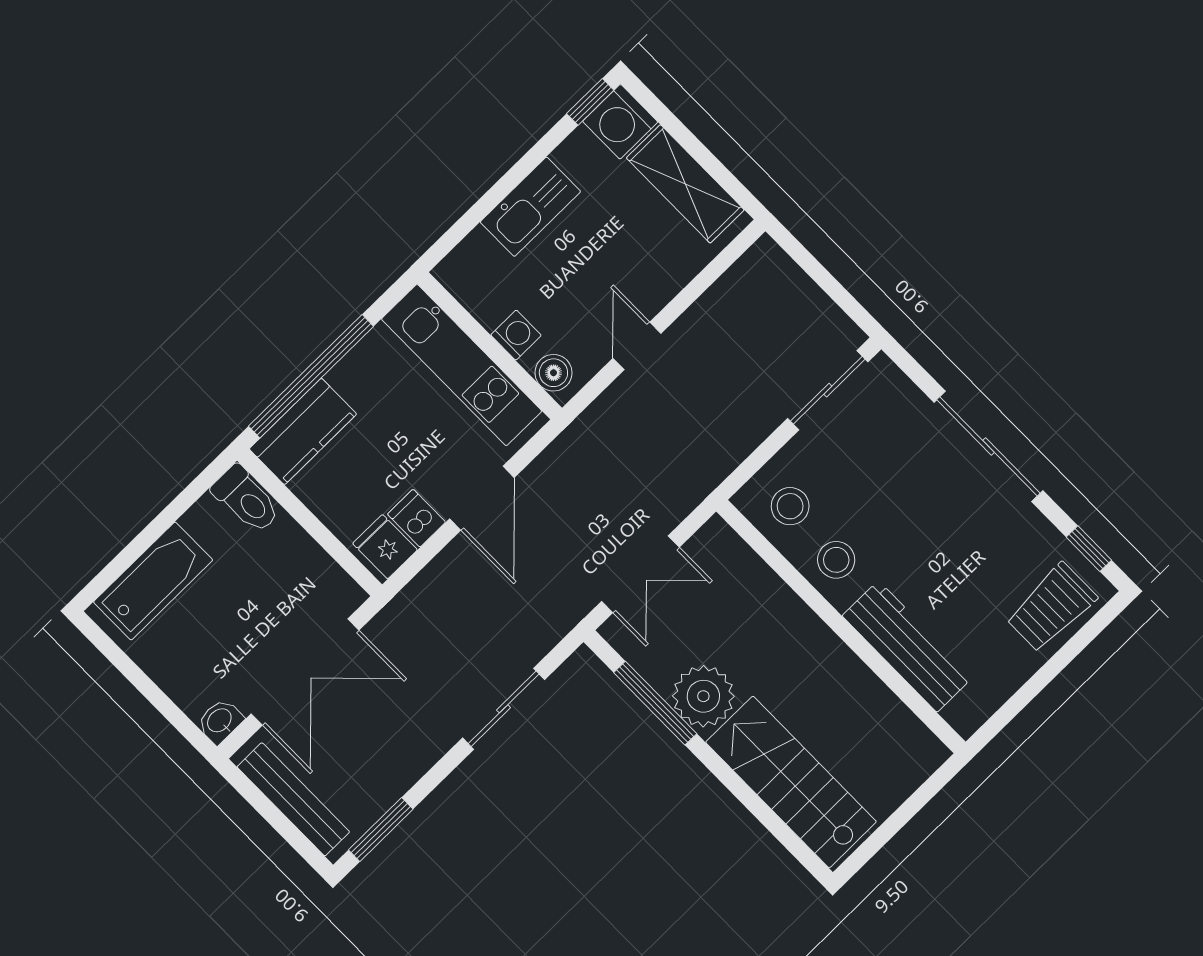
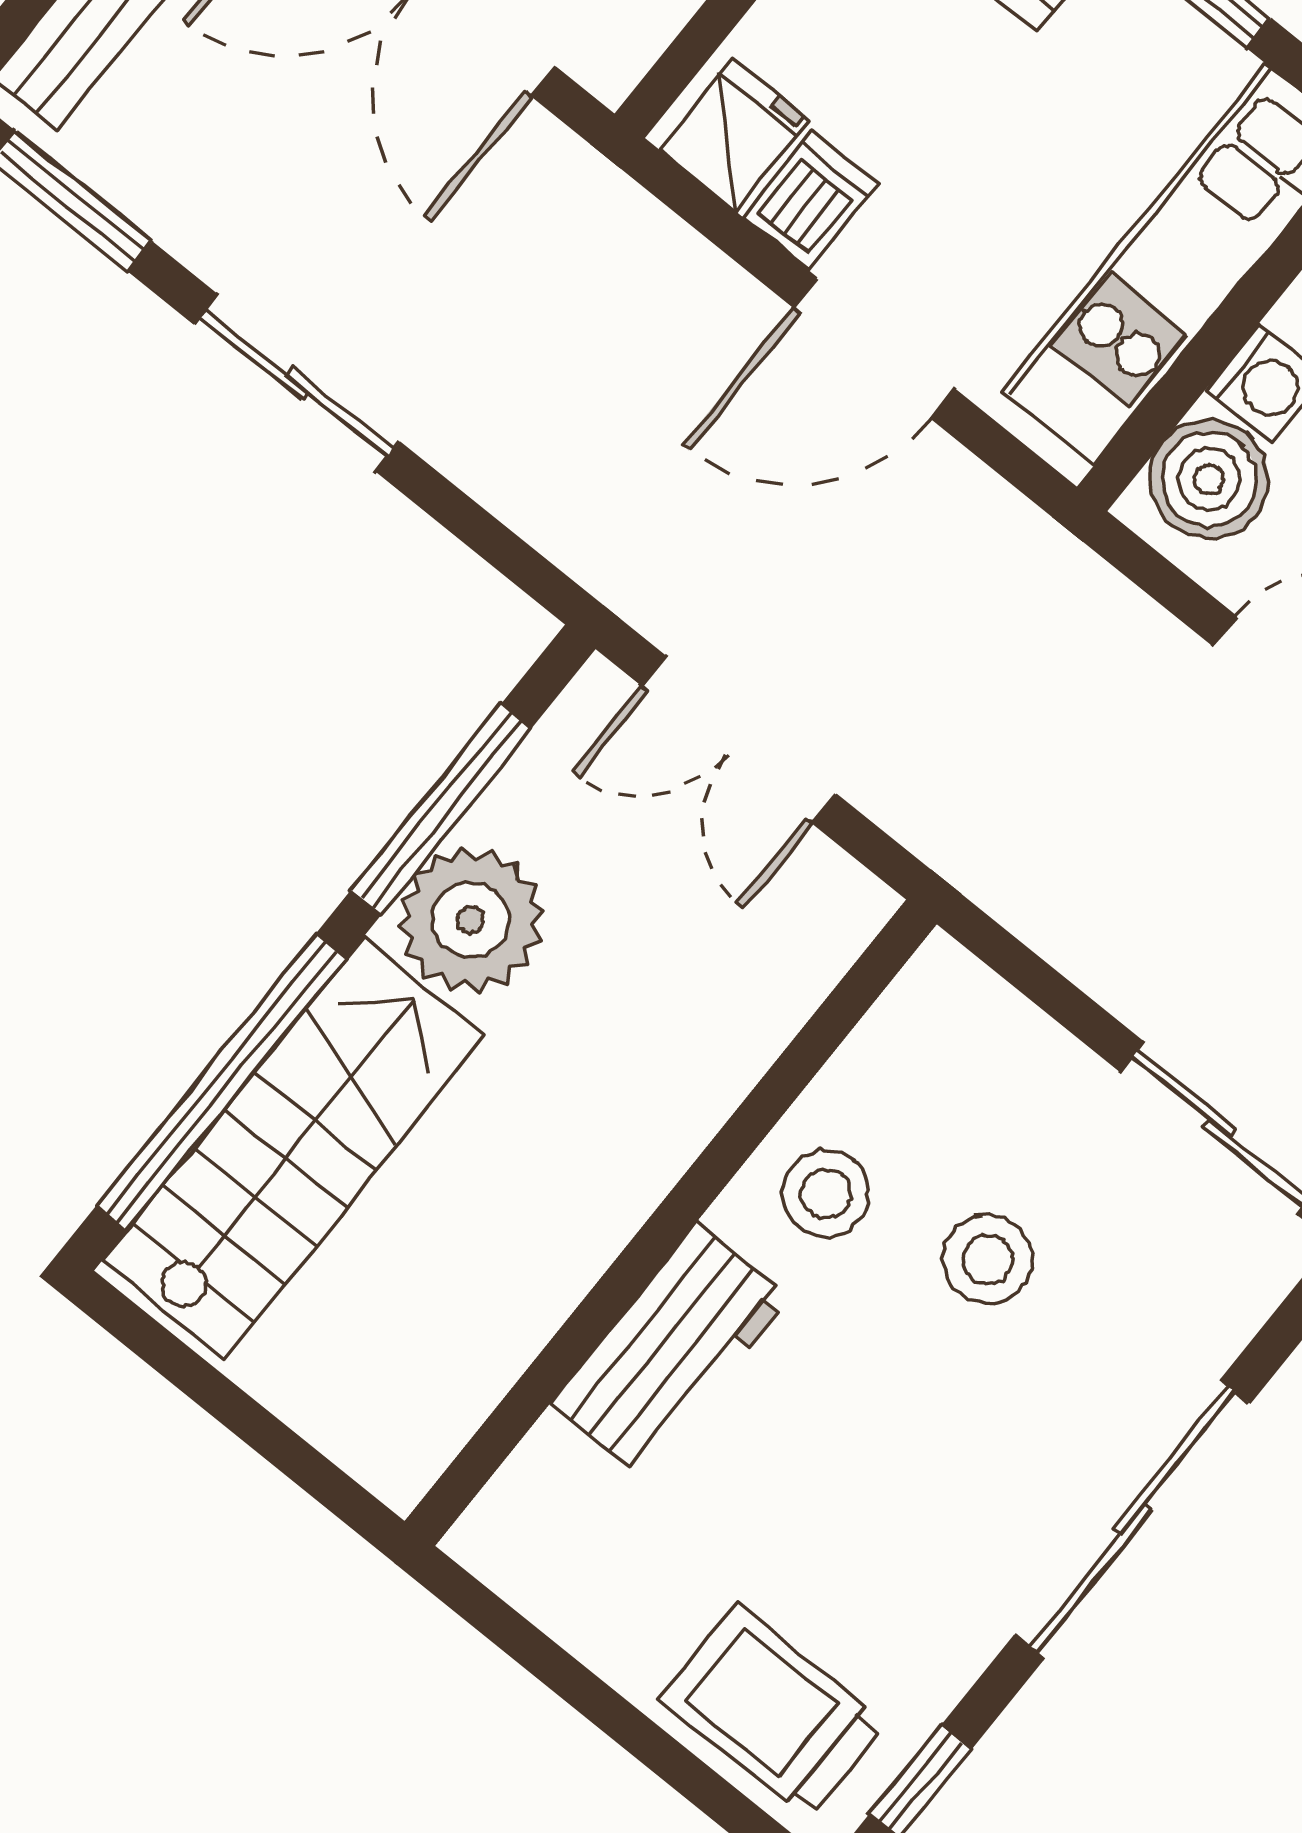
boiler: (553, 373) -> (1209, 479), width x1.36, depth x1.36
stool: (790, 506) -> (987, 1260), moved
workbench: (908, 646) -> (670, 1350), width x0.73
sliding door: (504, 709) -> (297, 383), moved
window: (760, 809) -> (221, 1082), added

